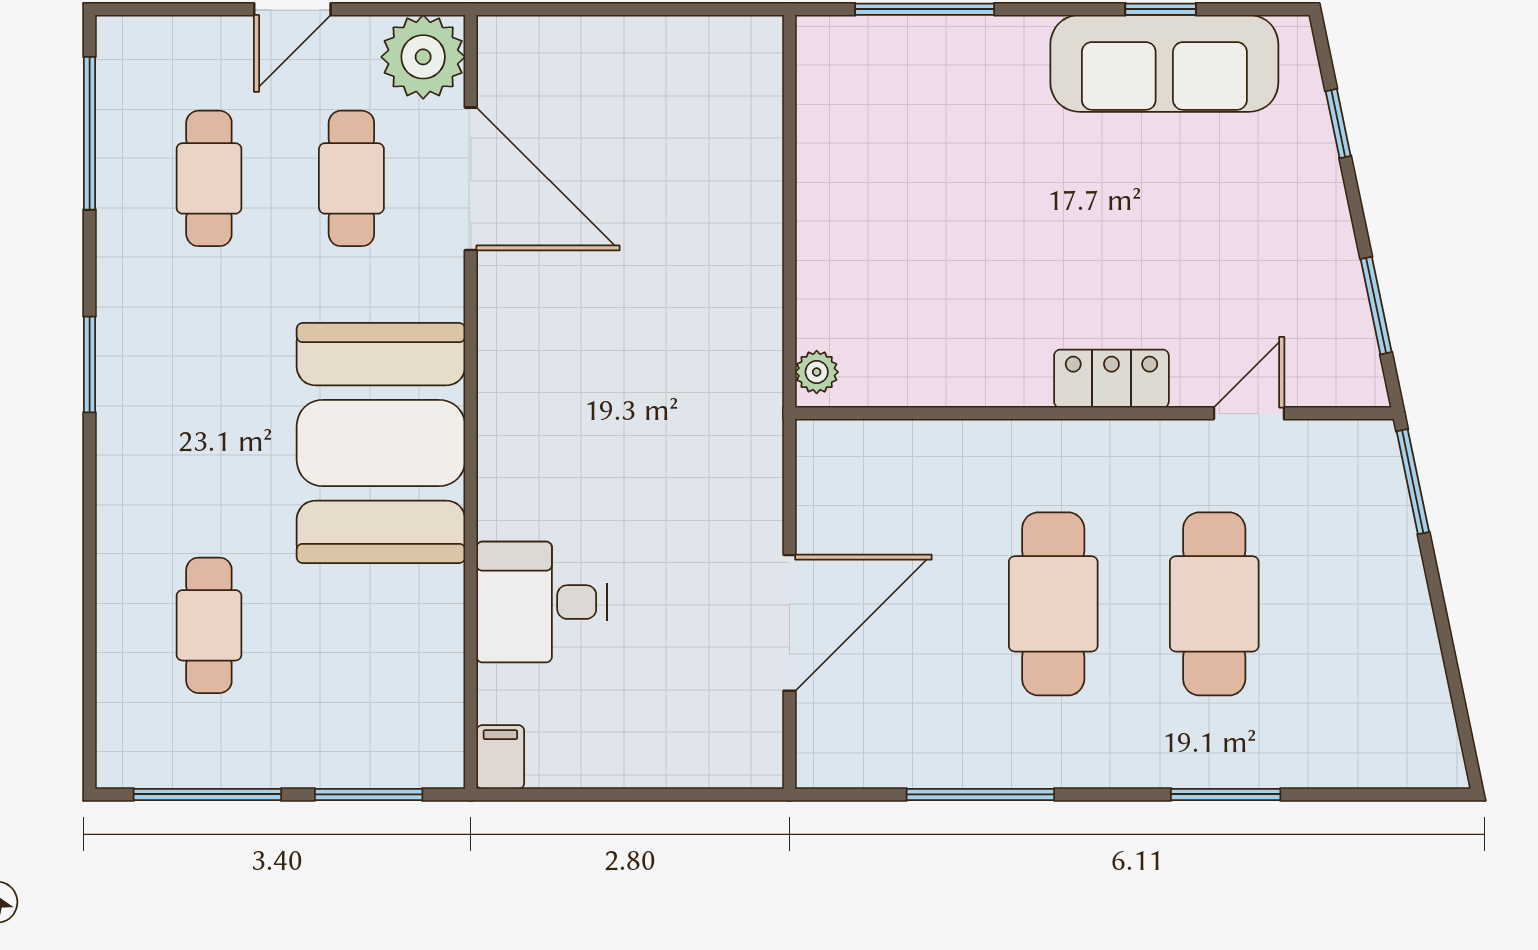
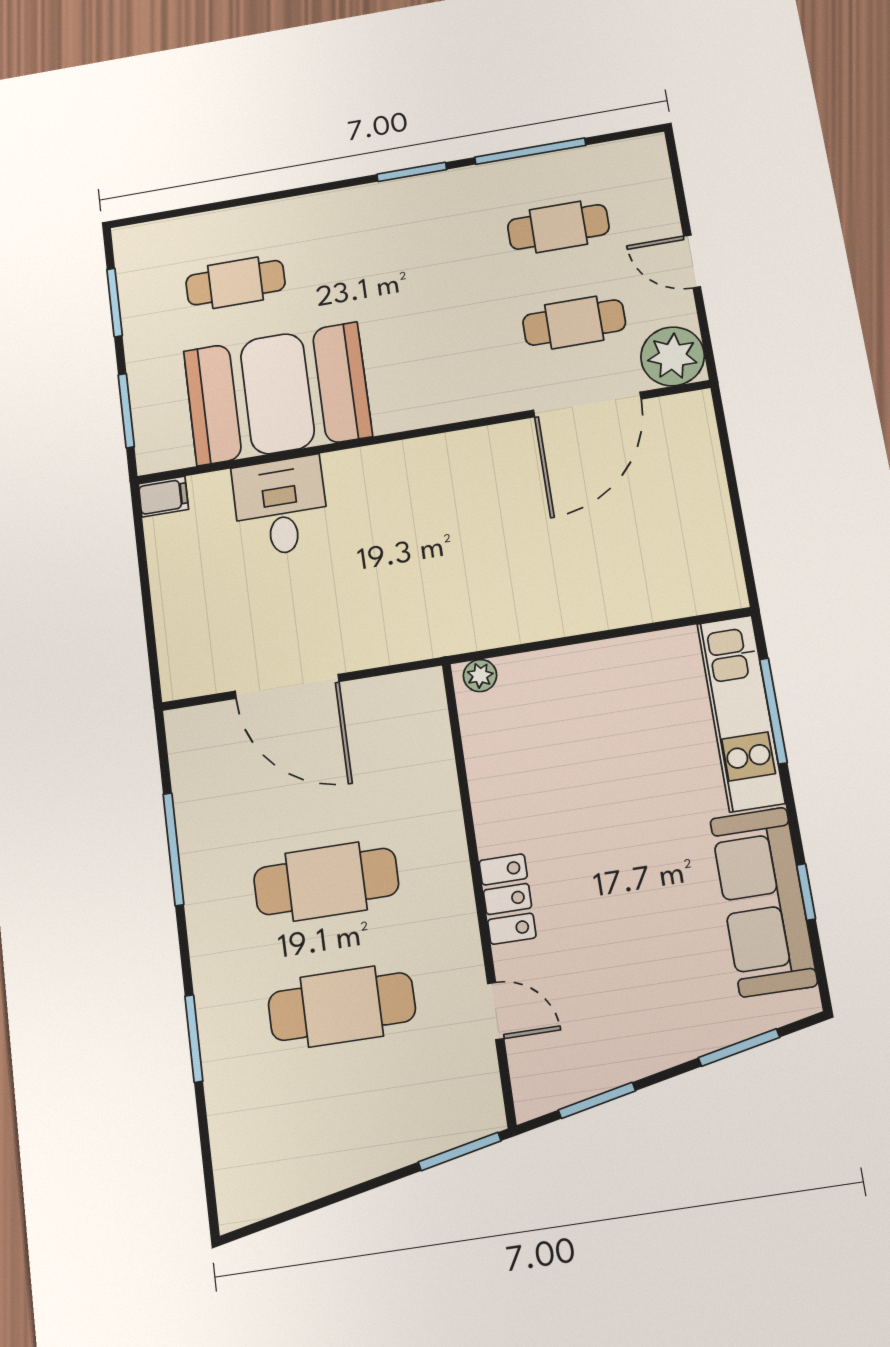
kitchen unit: (920, 50) -> (741, 713), added
window: (1338, 124) -> (739, 1047), width x1.50
window: (90, 133) -> (530, 151), moved
booth: (381, 443) -> (277, 394), moved
window: (207, 794) -> (115, 302), width x0.69

